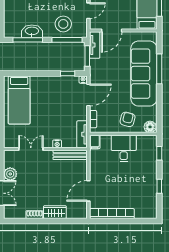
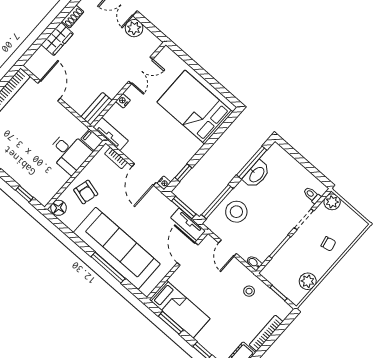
bed: (19, 100) -> (195, 107), width x1.50
desk: (124, 148) -> (69, 152), moved
bench: (70, 155) -> (97, 109), width x0.73

